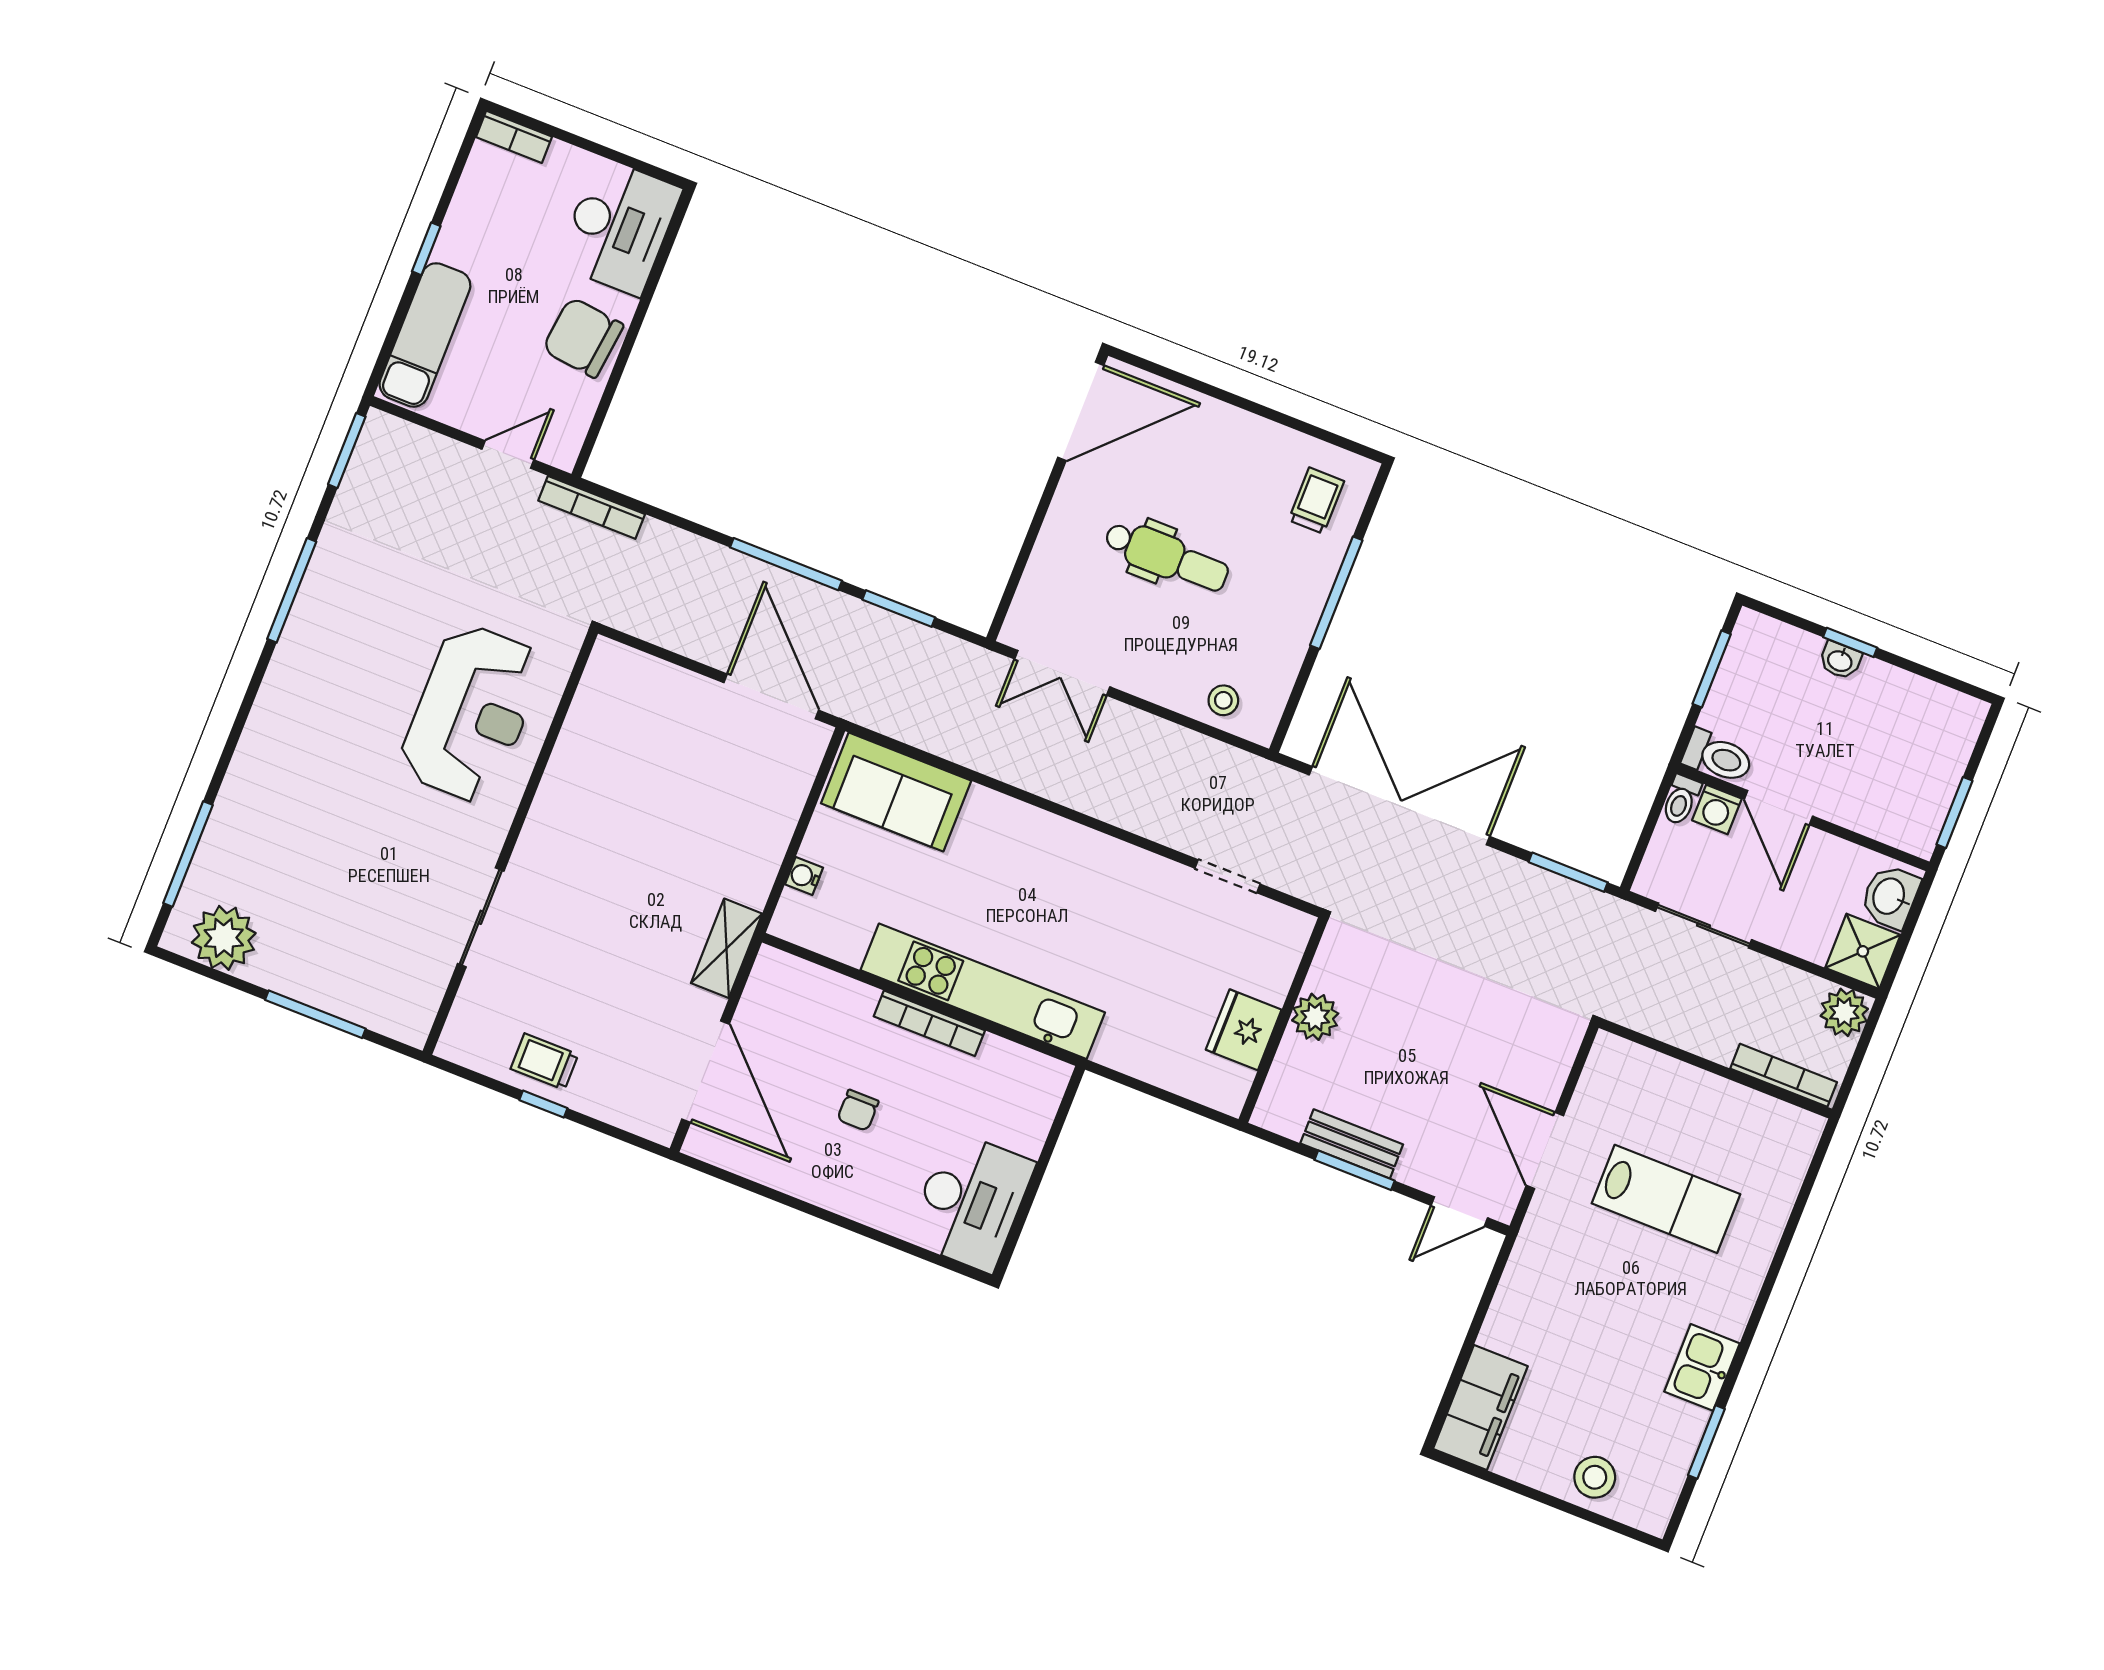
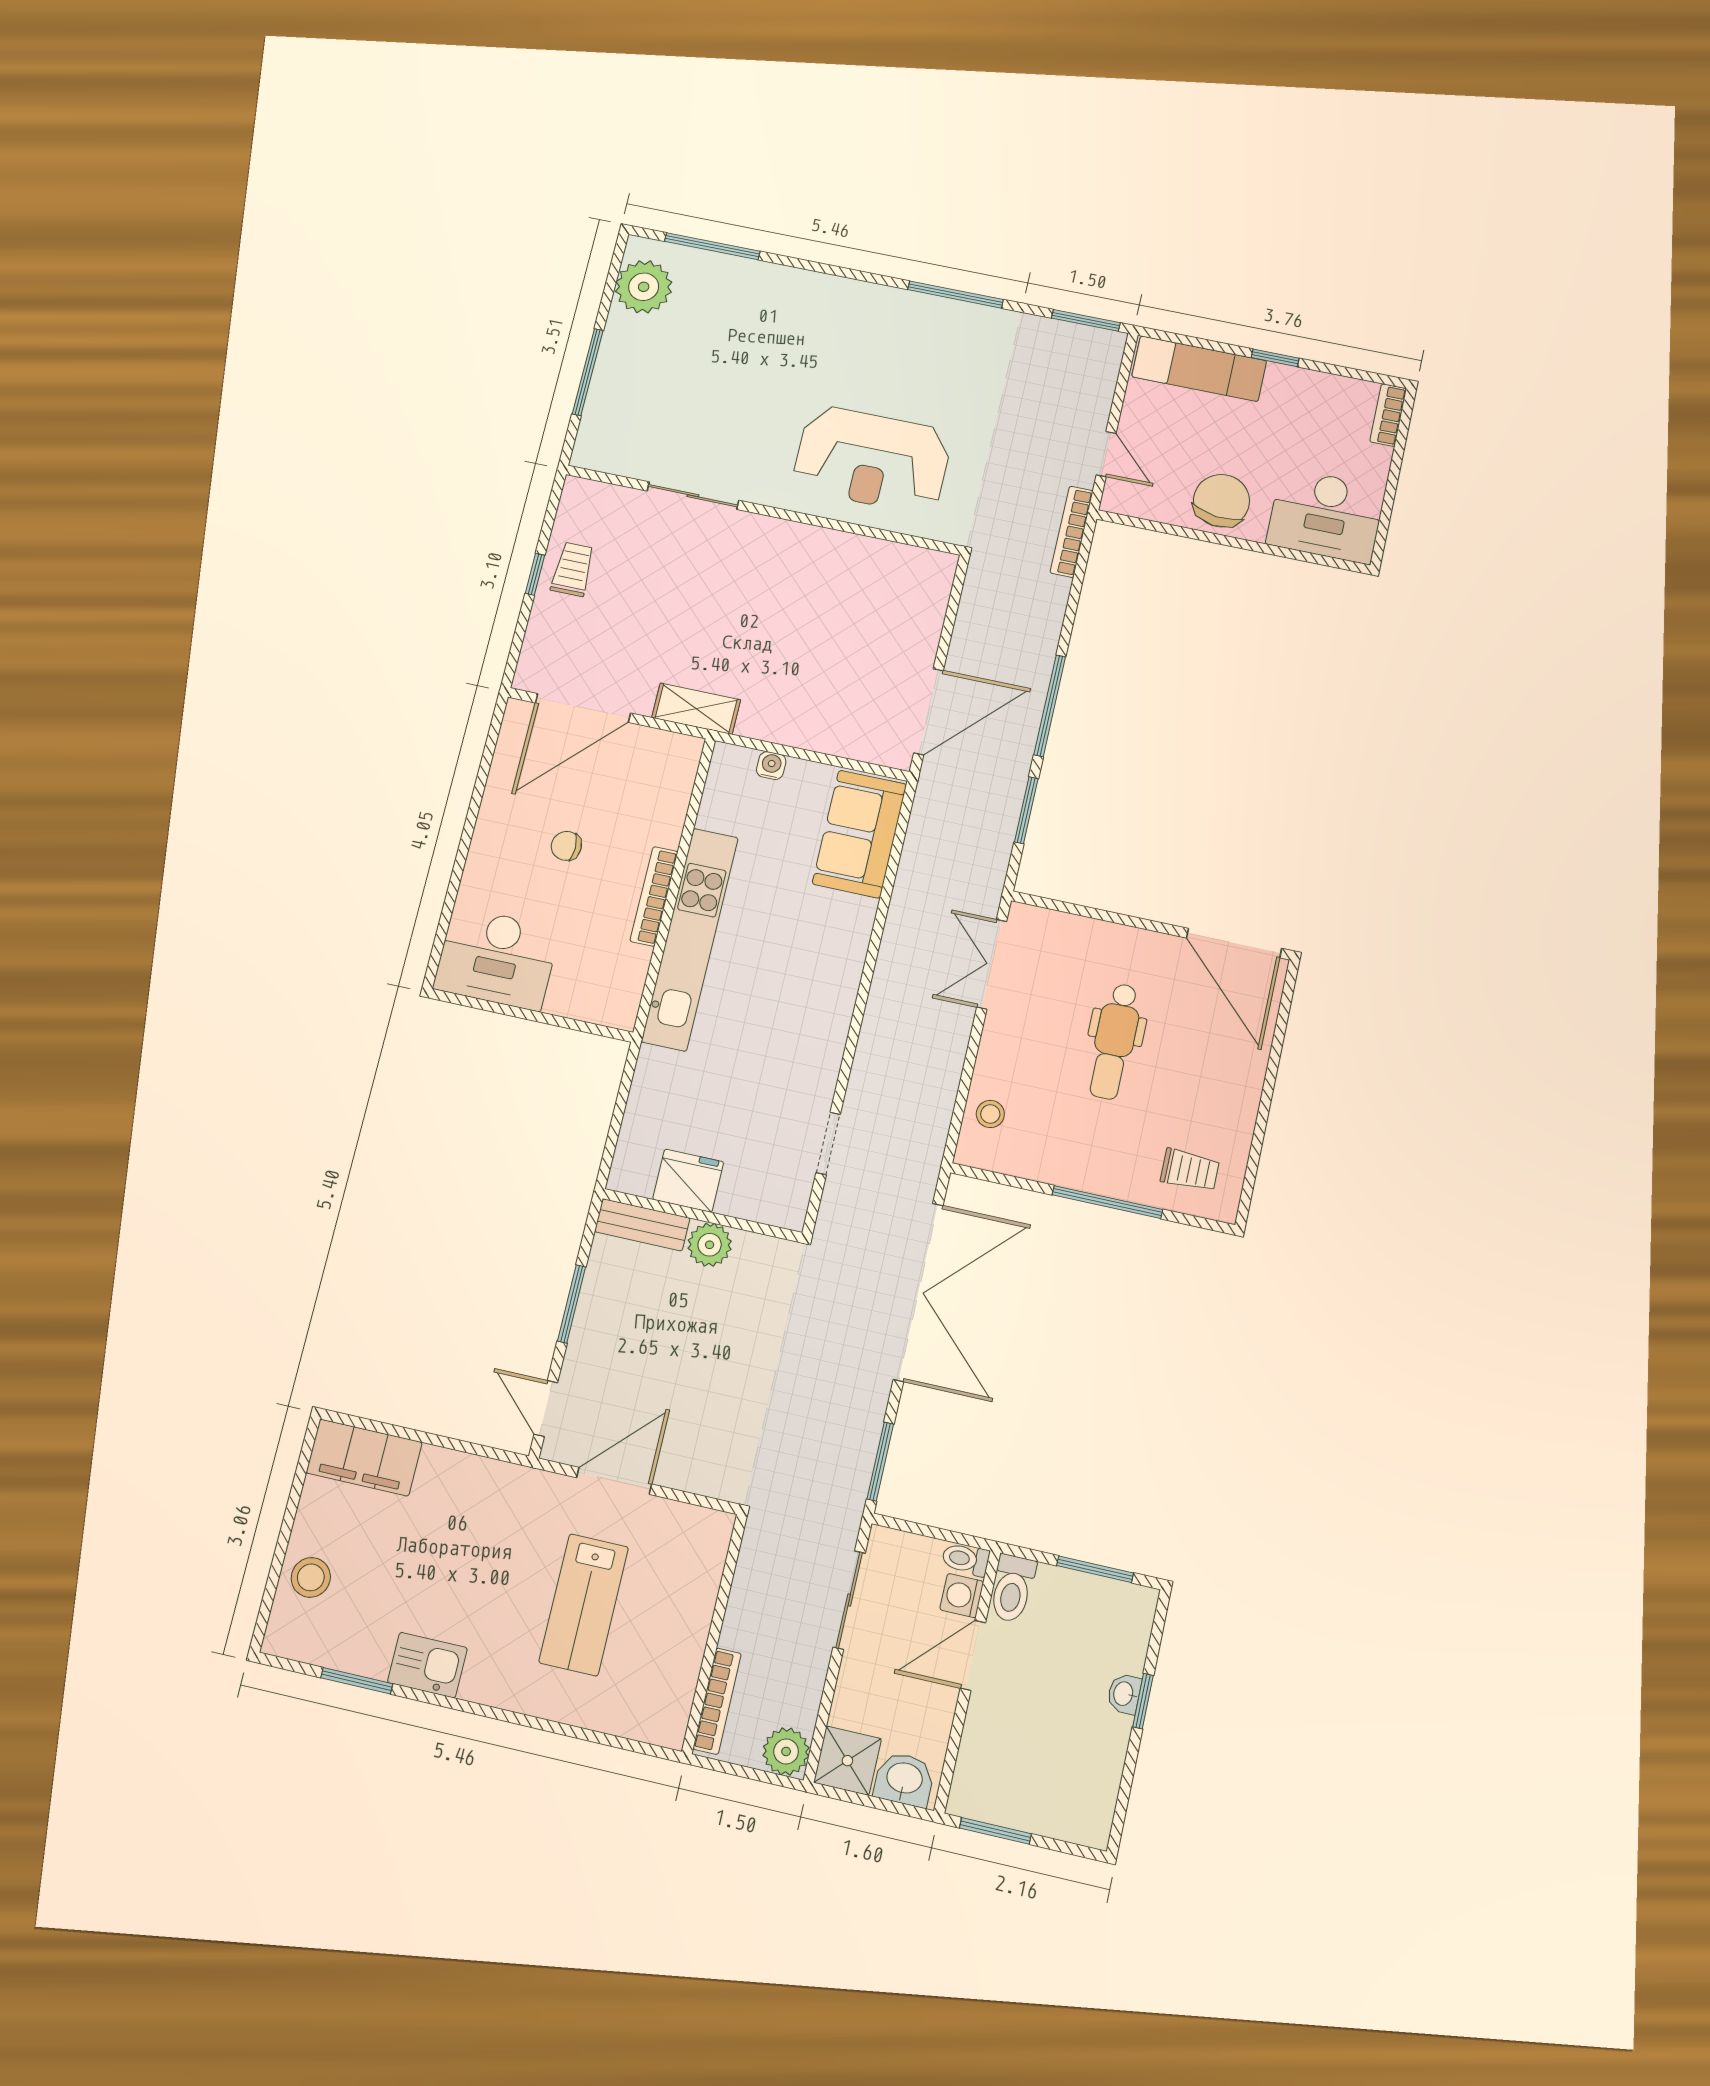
bench: (1352, 1144) -> (642, 1225), moved, turned 90

